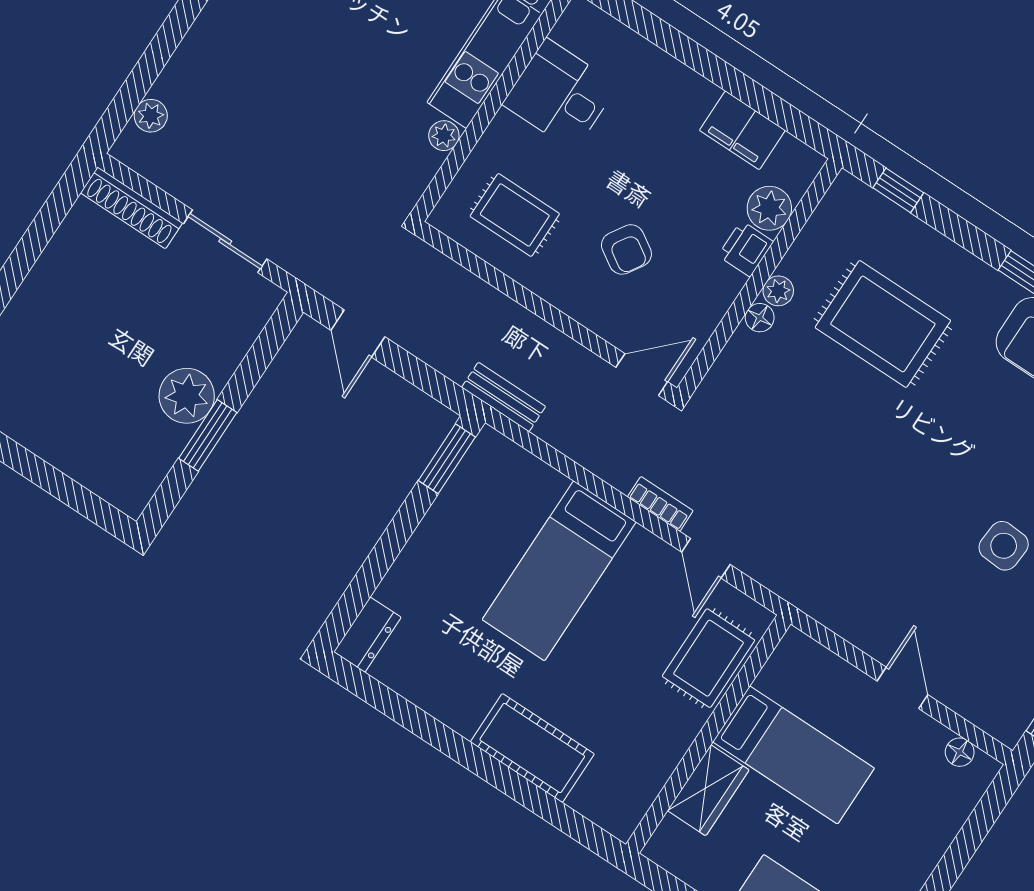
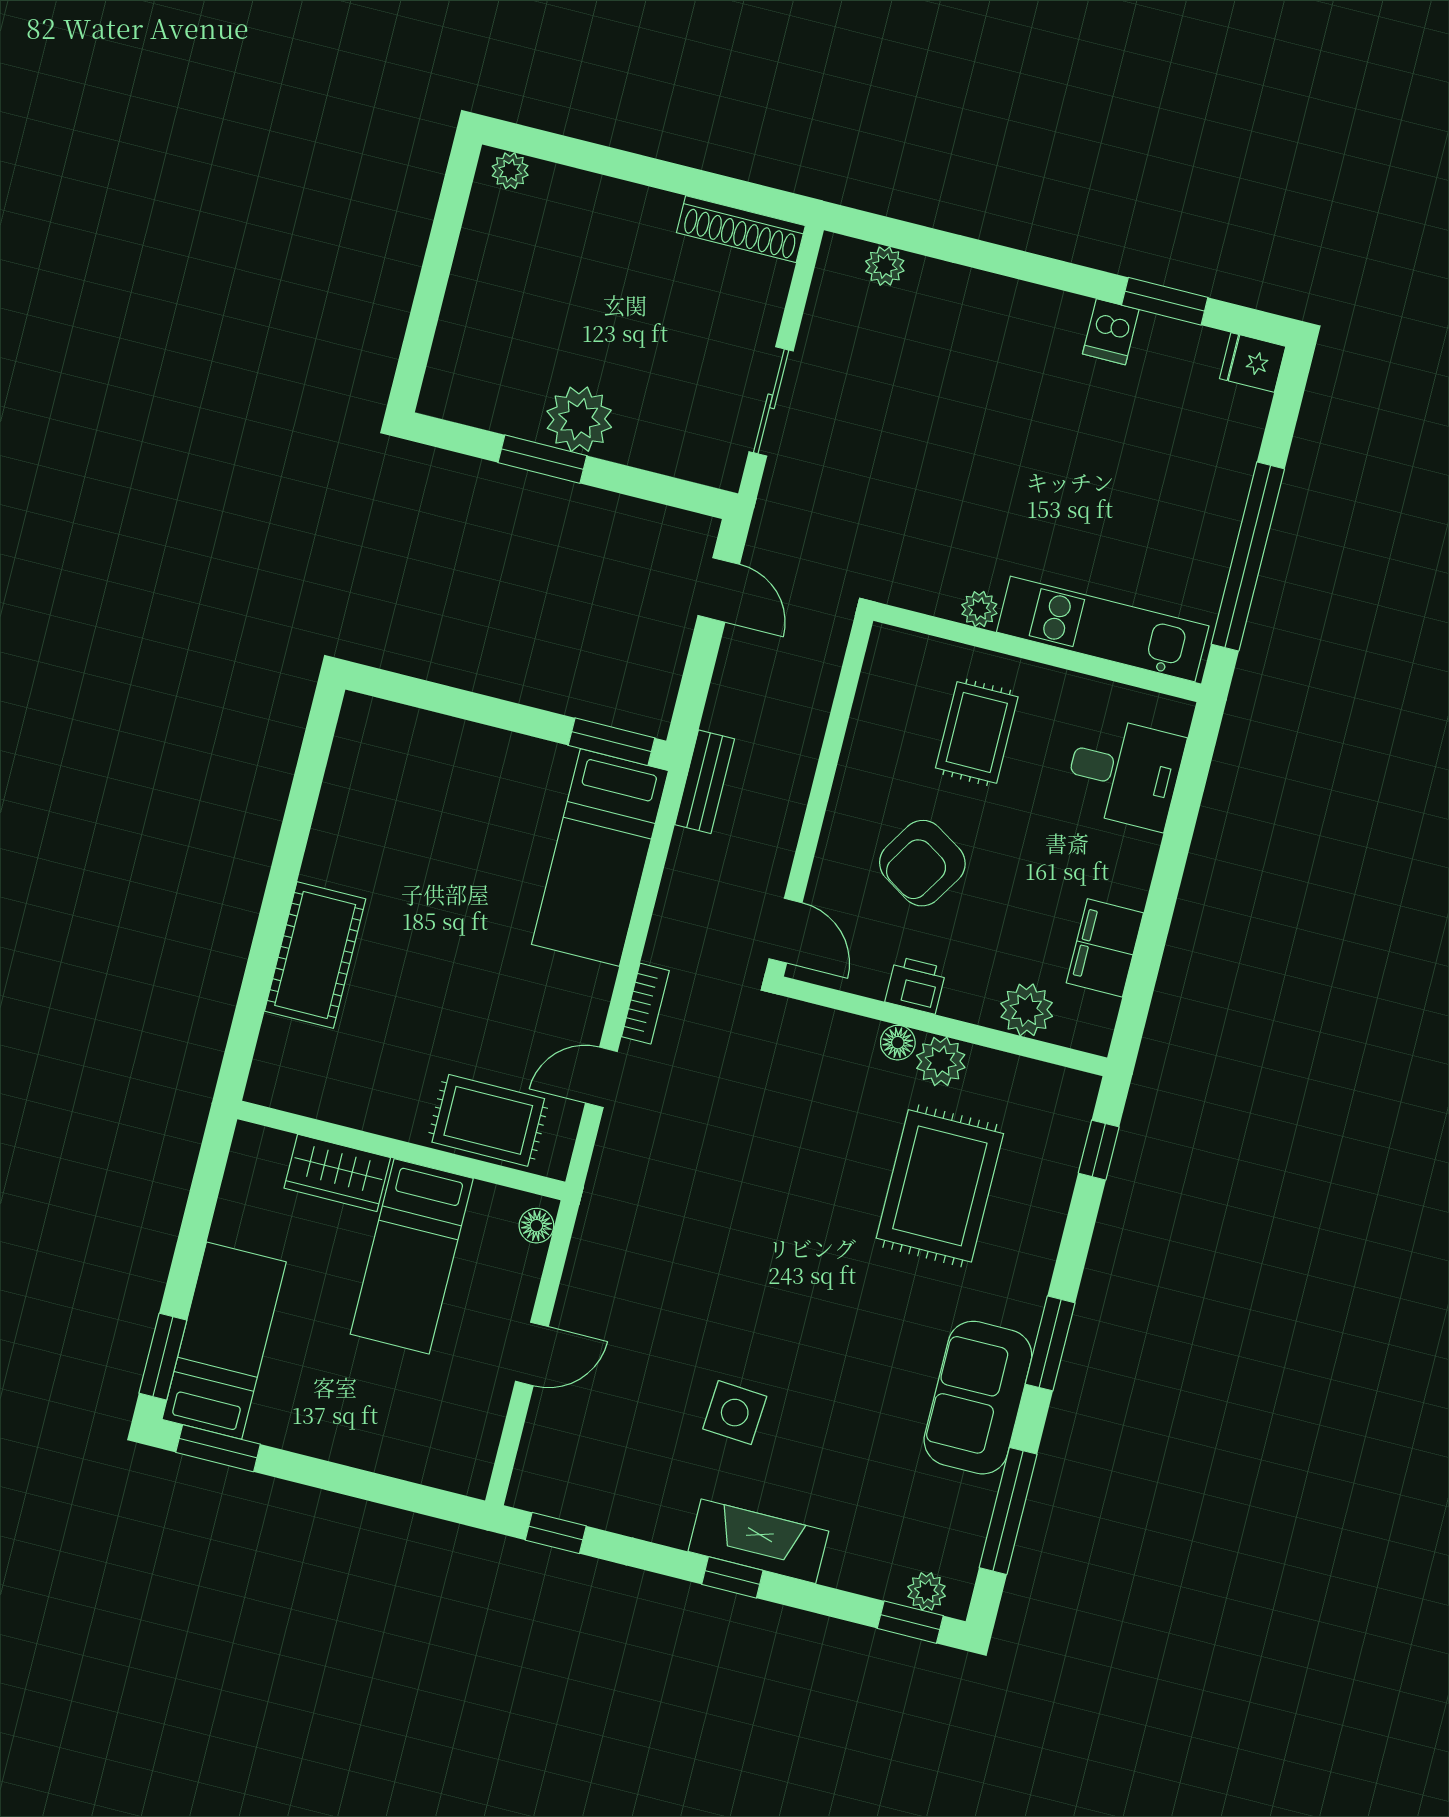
desk: (560, 95) -> (1124, 772), moved, turned 90
shoe rack: (131, 208) -> (741, 229), moved, turned -90
rug: (515, 215) -> (977, 732), moved
armchair: (626, 249) -> (922, 863), width x1.38, depth x1.38
printer: (746, 249) -> (916, 985), moved
plant: (778, 291) -> (941, 1061), width x1.38, depth x1.38
door: (358, 334) -> (719, 590), swing flipped
bed: (559, 571) -> (600, 858), moved, turned -90
dresser: (367, 635) -> (379, 721), removed
floor lamp: (960, 752) -> (536, 1226), moved

